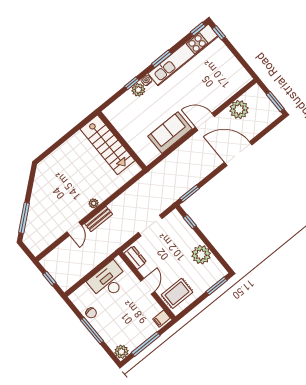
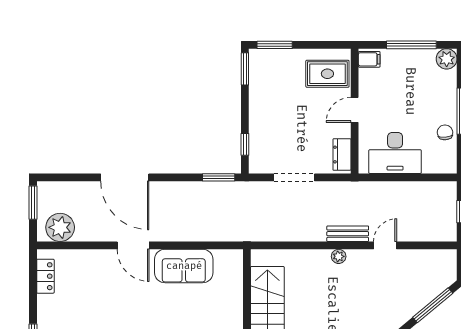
locker: (237, 69) -> (45, 276), added
plant: (239, 109) -> (60, 227), moved
plant: (201, 255) -> (263, 96), removed
window: (222, 261) -> (245, 69), added

